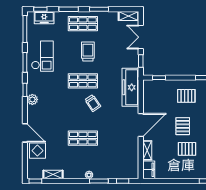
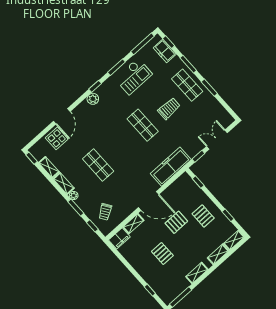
shelving: (129, 16) -> (64, 183), moved
trolley: (93, 103) -> (105, 212), moved
pallet: (183, 126) -> (176, 222), moved

